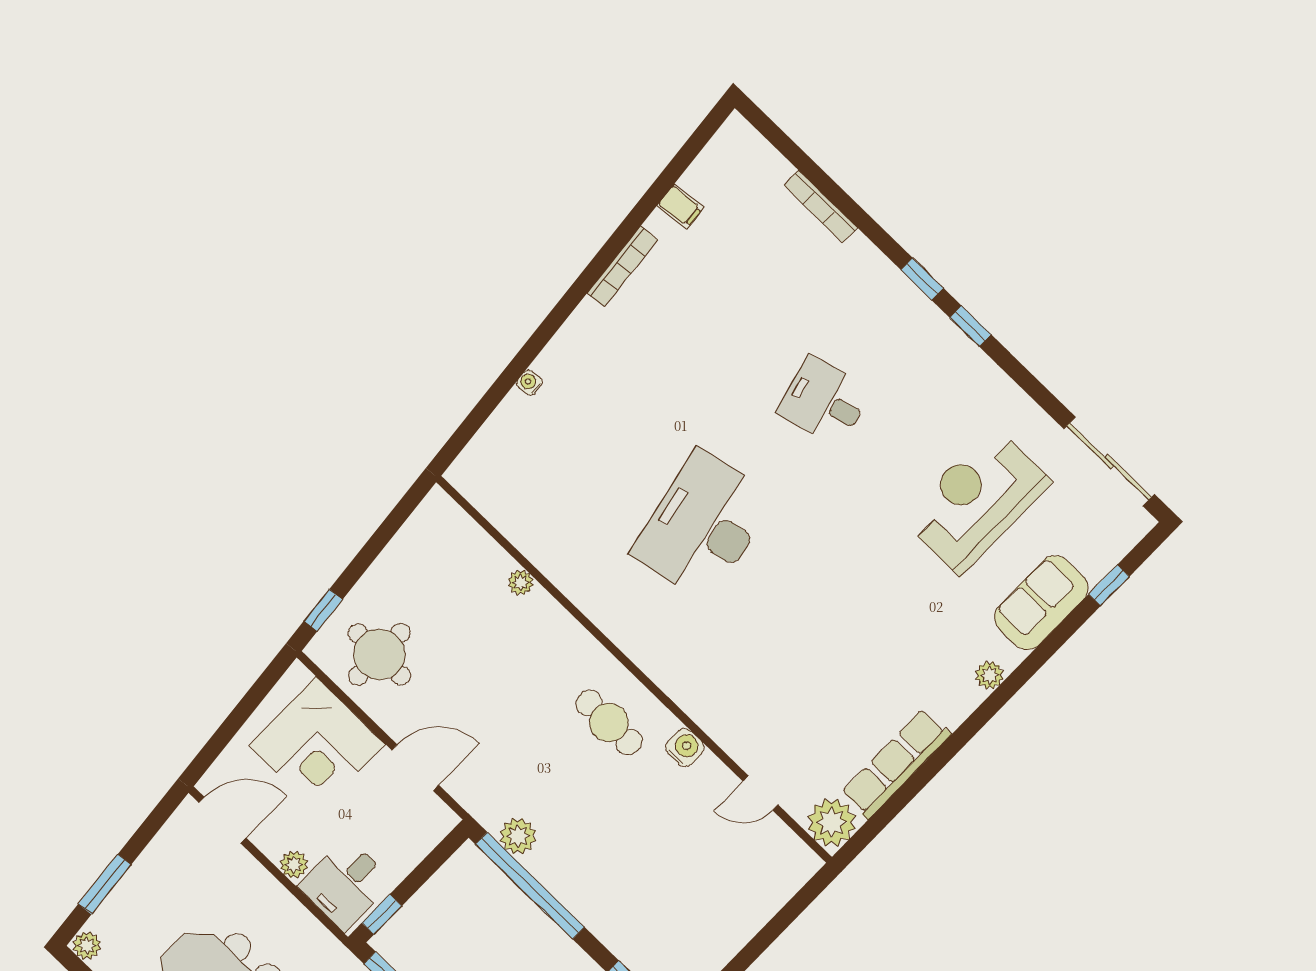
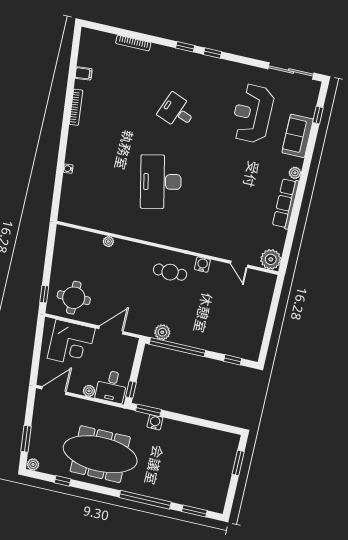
desk: (824, 401) -> (177, 111), turned 36
row of seats: (896, 764) -> (286, 204), moved
door: (761, 793) -> (239, 264), hinge flipped

